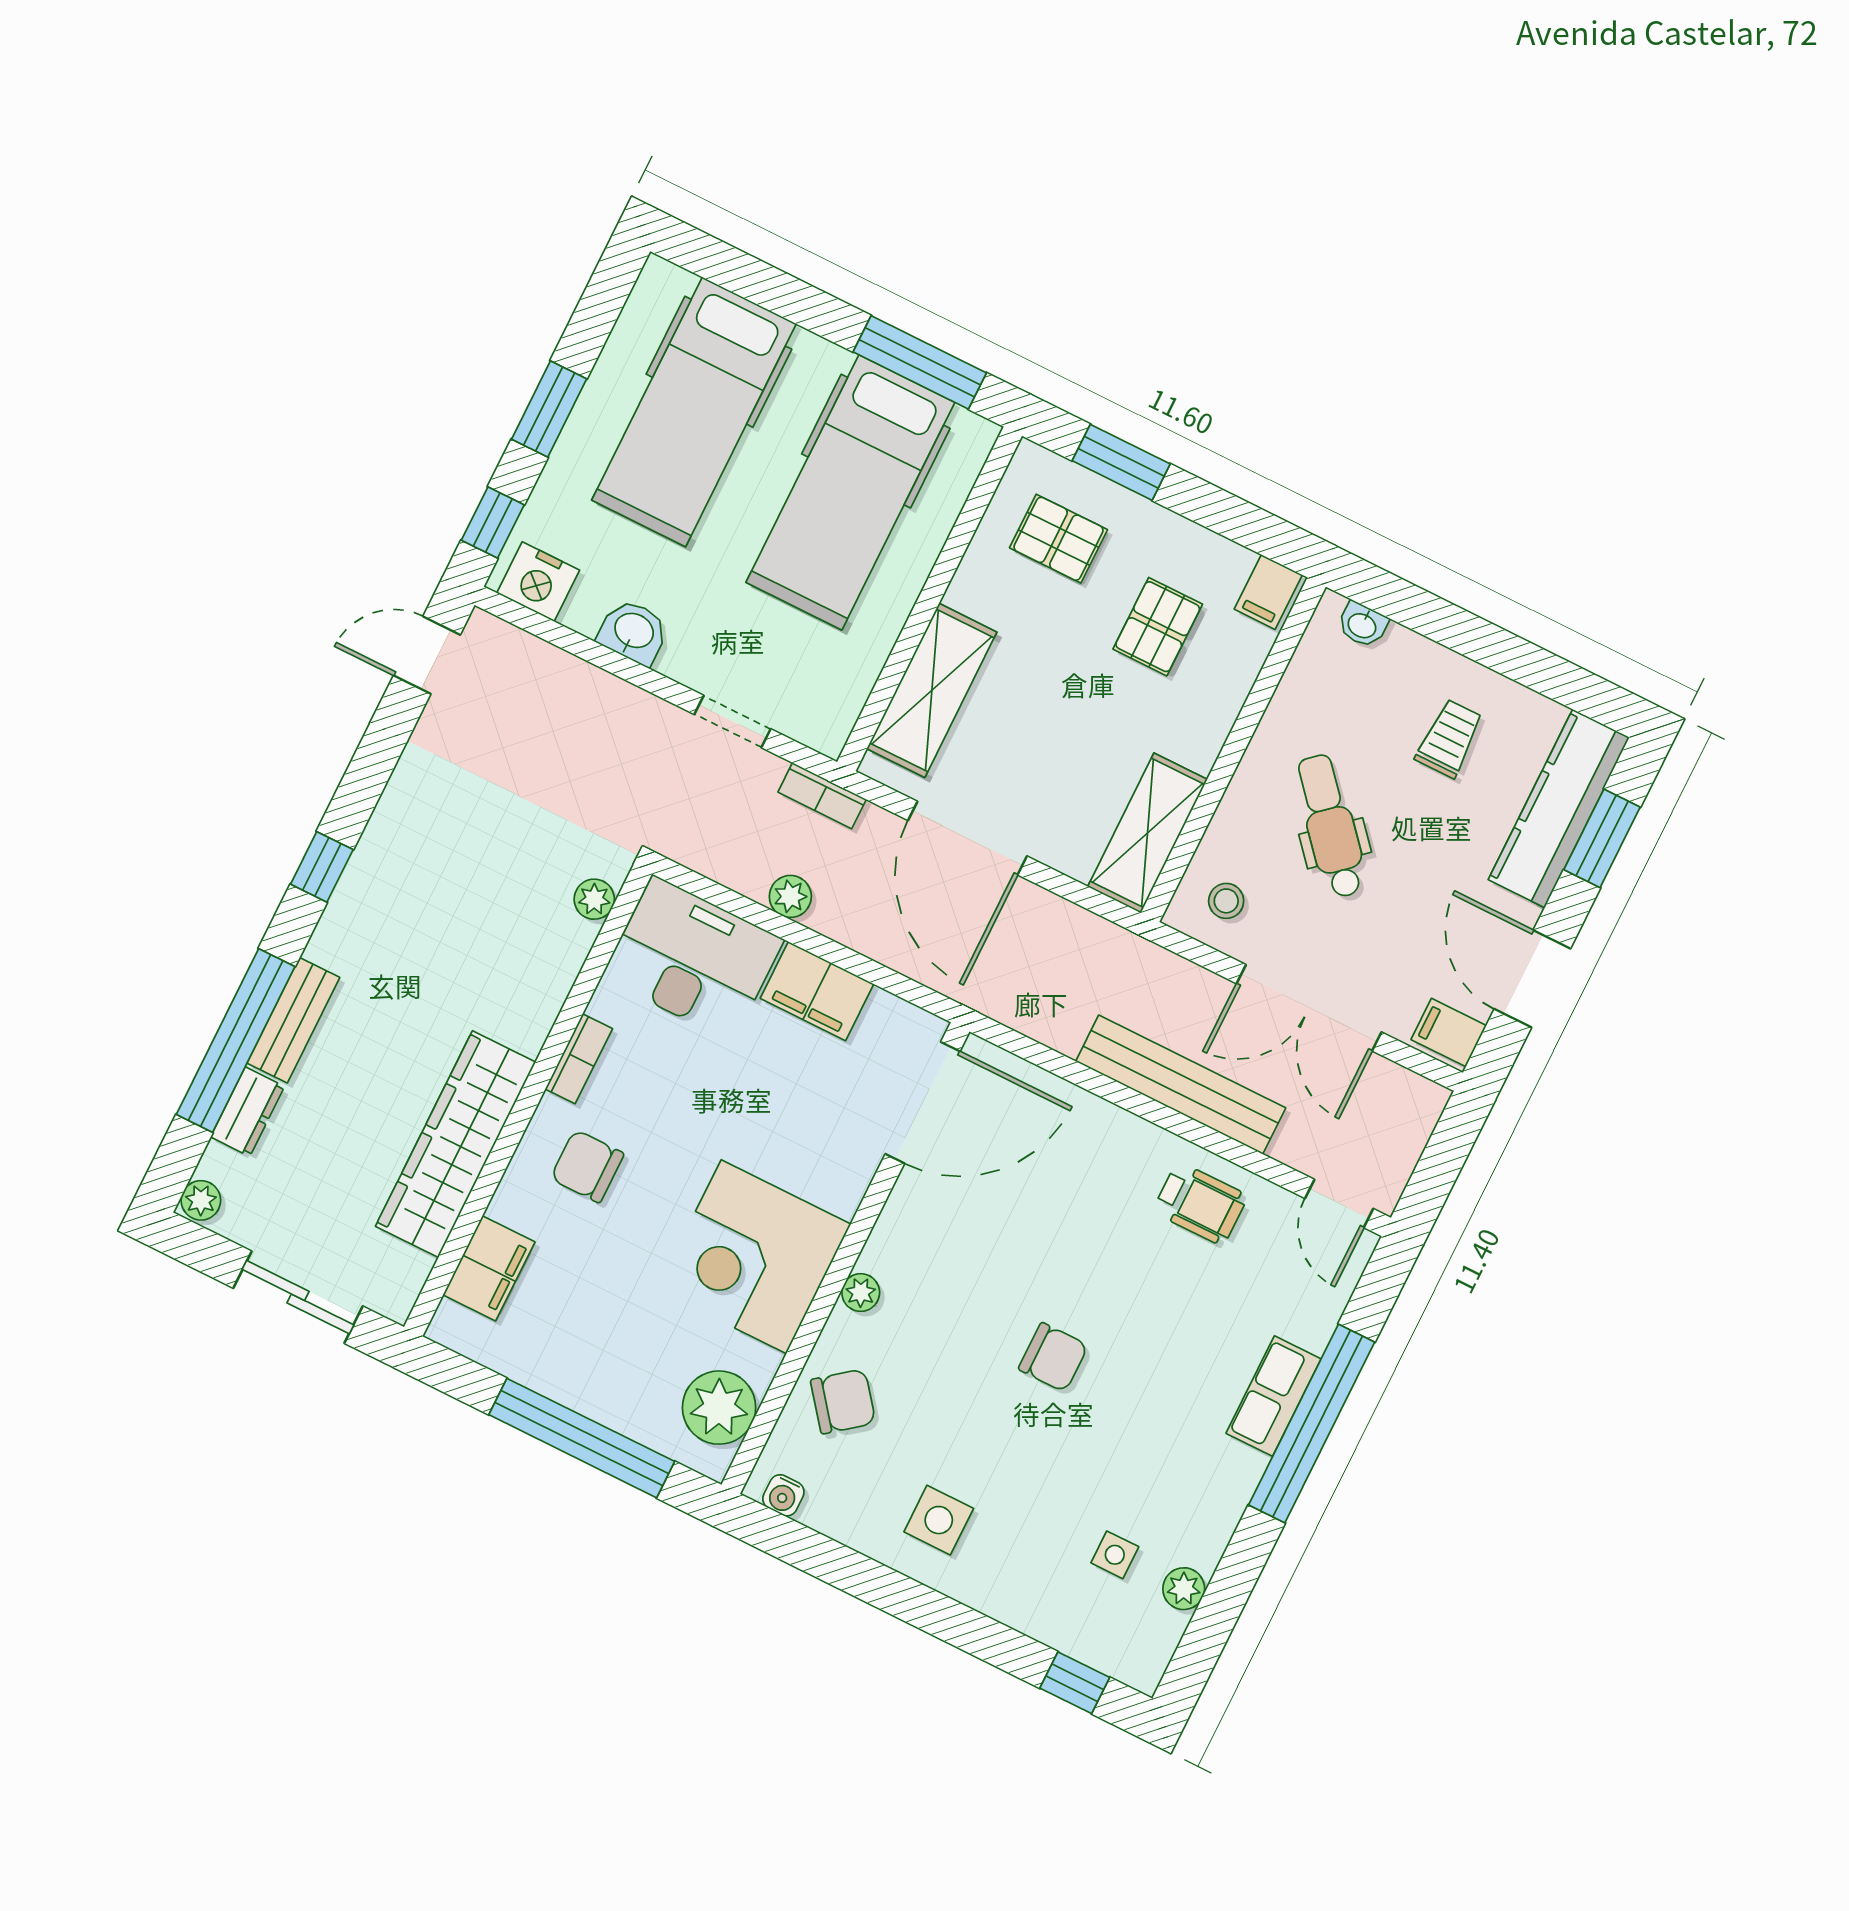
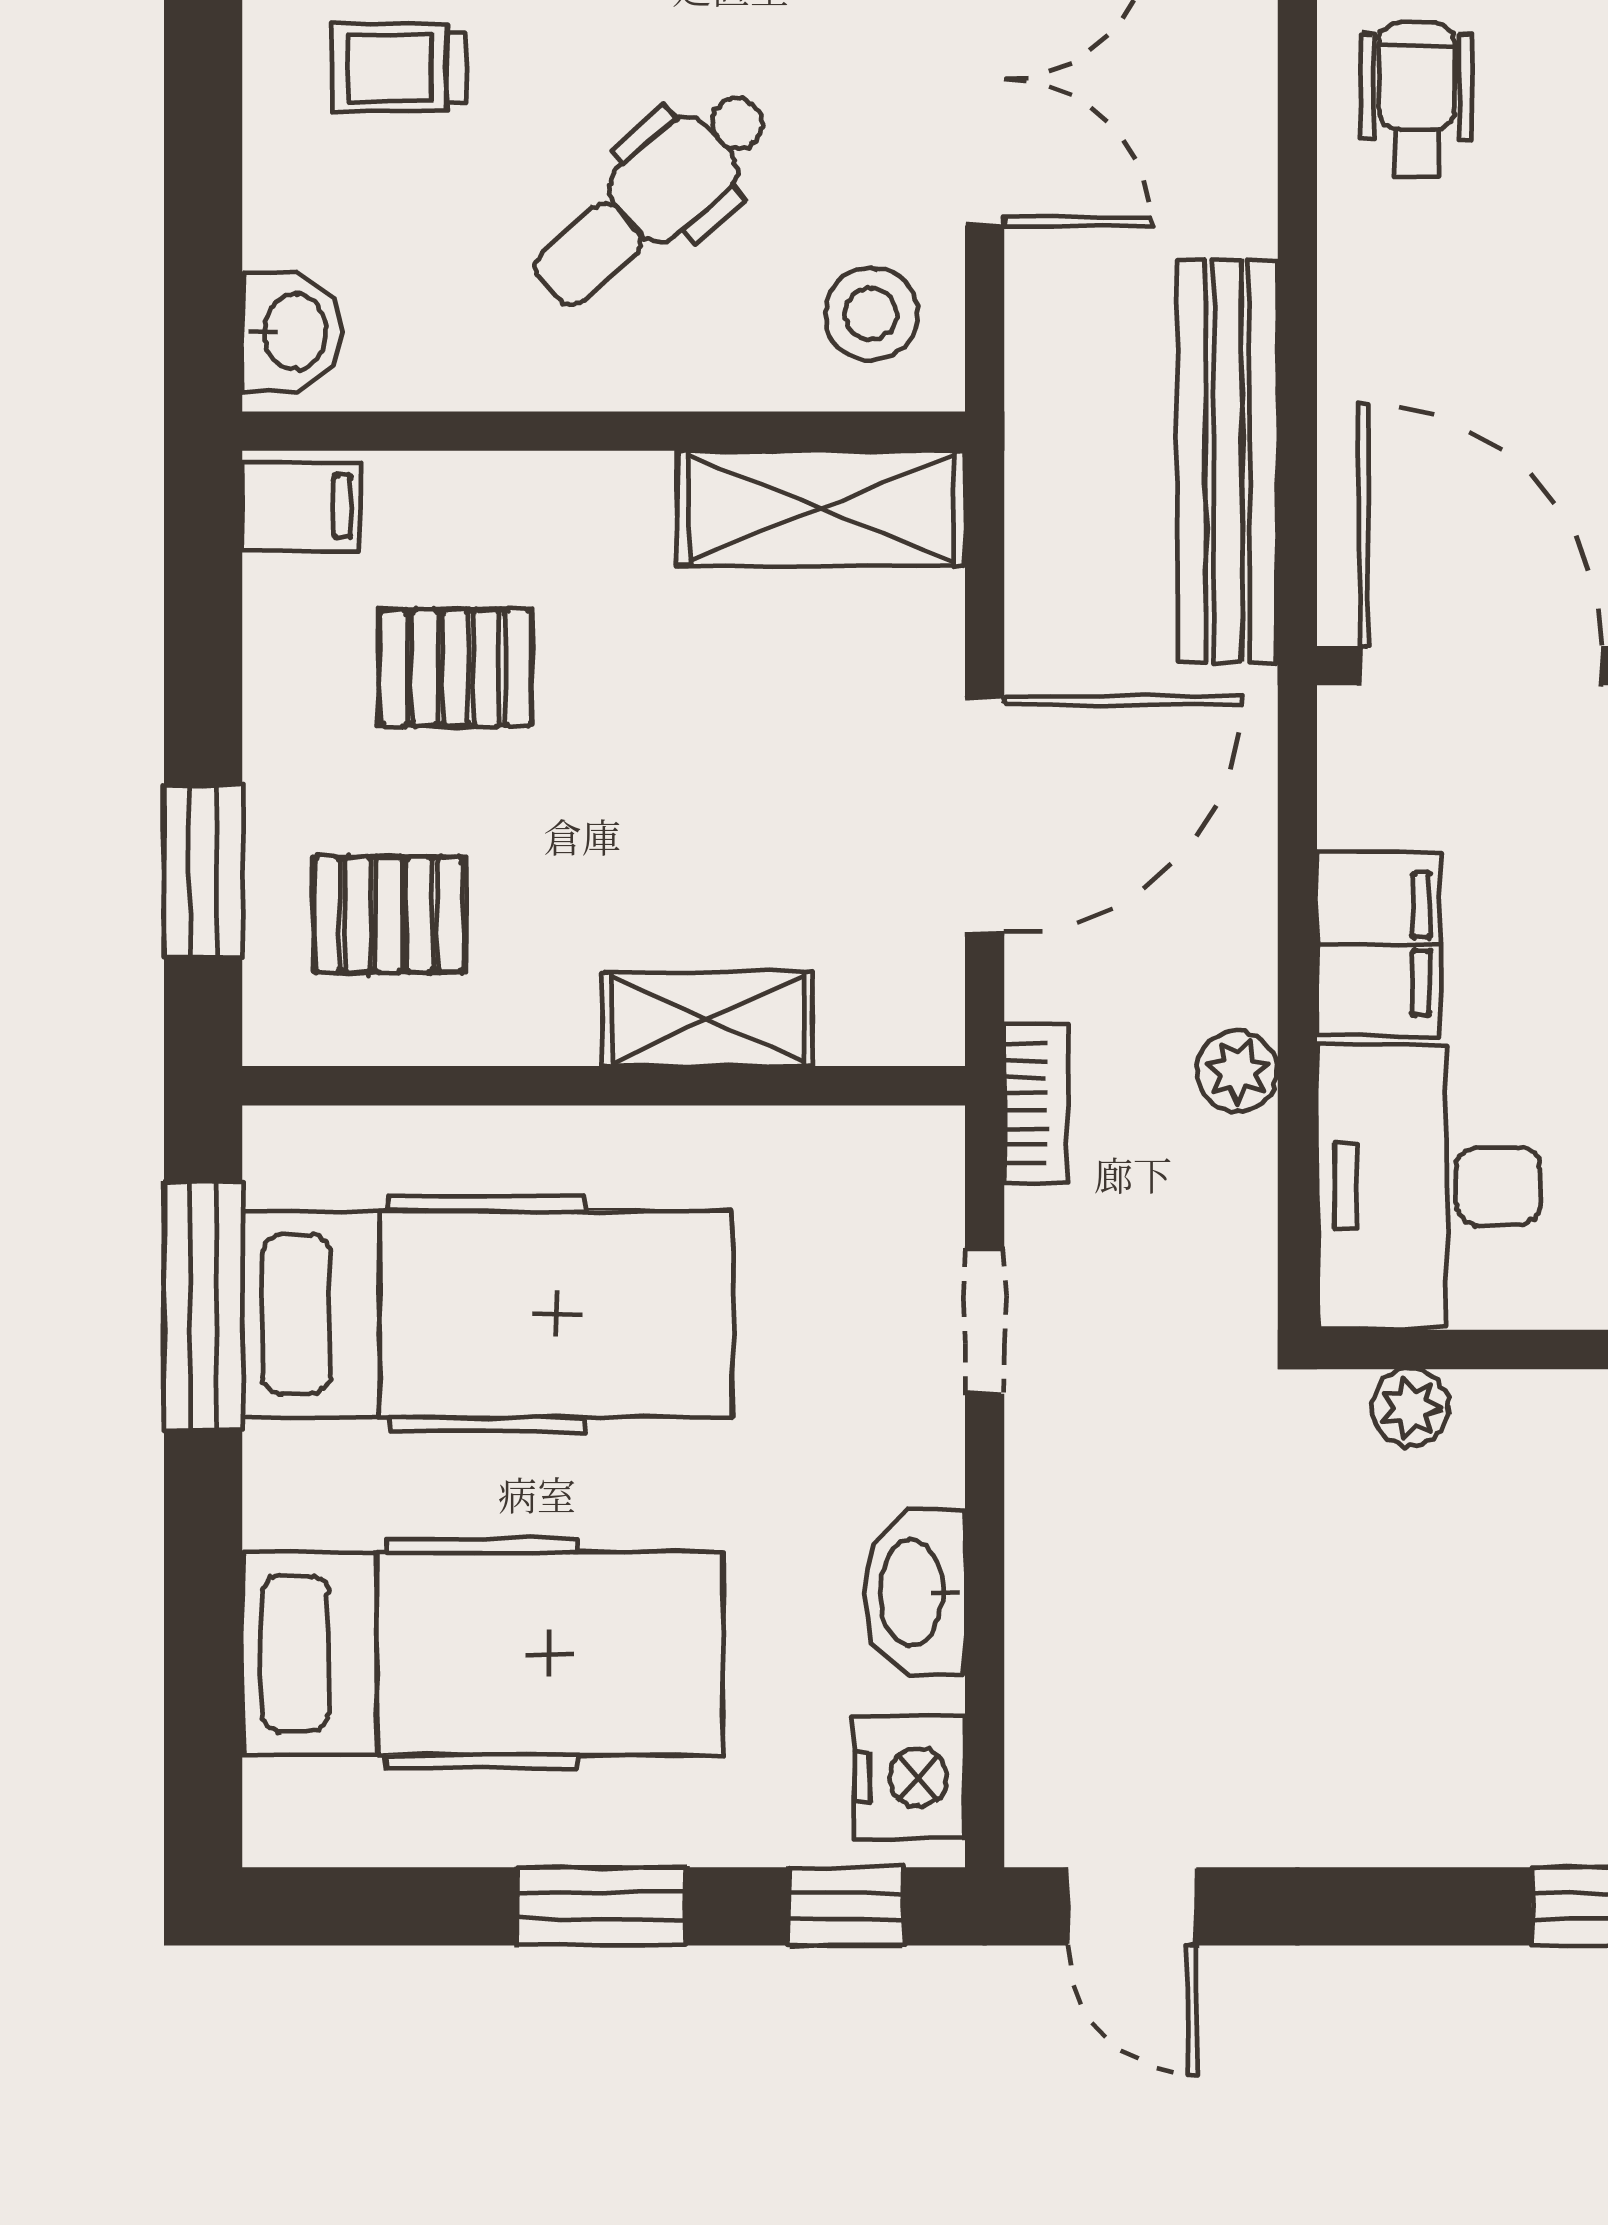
pallet: (1059, 539) -> (389, 915), turned 90
washbasin: (1362, 625) -> (292, 332), width x1.38, depth x1.45
washbasin: (633, 632) -> (915, 1592), width x1.38
shelving: (932, 690) -> (708, 1019), width x0.67, depth x0.75
stool: (1226, 901) -> (871, 314), width x1.37, depth x1.37
bench: (1181, 1085) -> (1228, 461), moved

